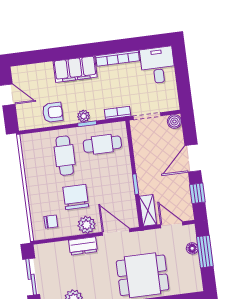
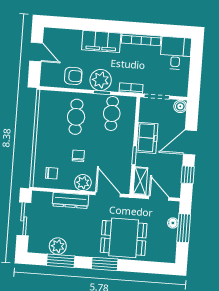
plant: (84, 116) -> (101, 80), width x1.88, depth x1.88
cafe table: (102, 144) -> (112, 113), turned 90
freezer: (146, 163) -> (147, 138), added
chair: (76, 197) -> (78, 156), width x0.54, depth x0.54
dresser: (83, 246) -> (70, 200), width x1.44

